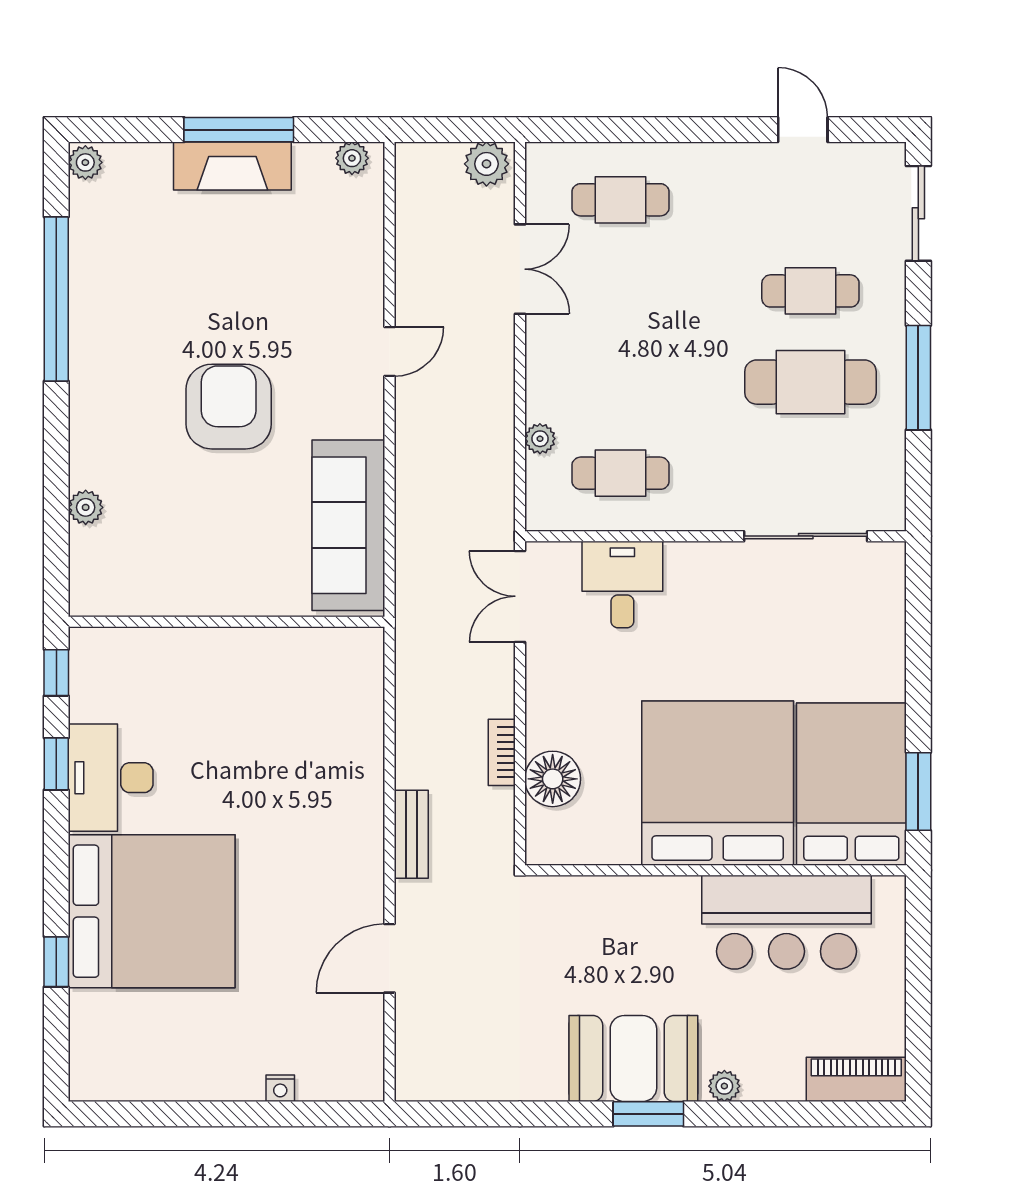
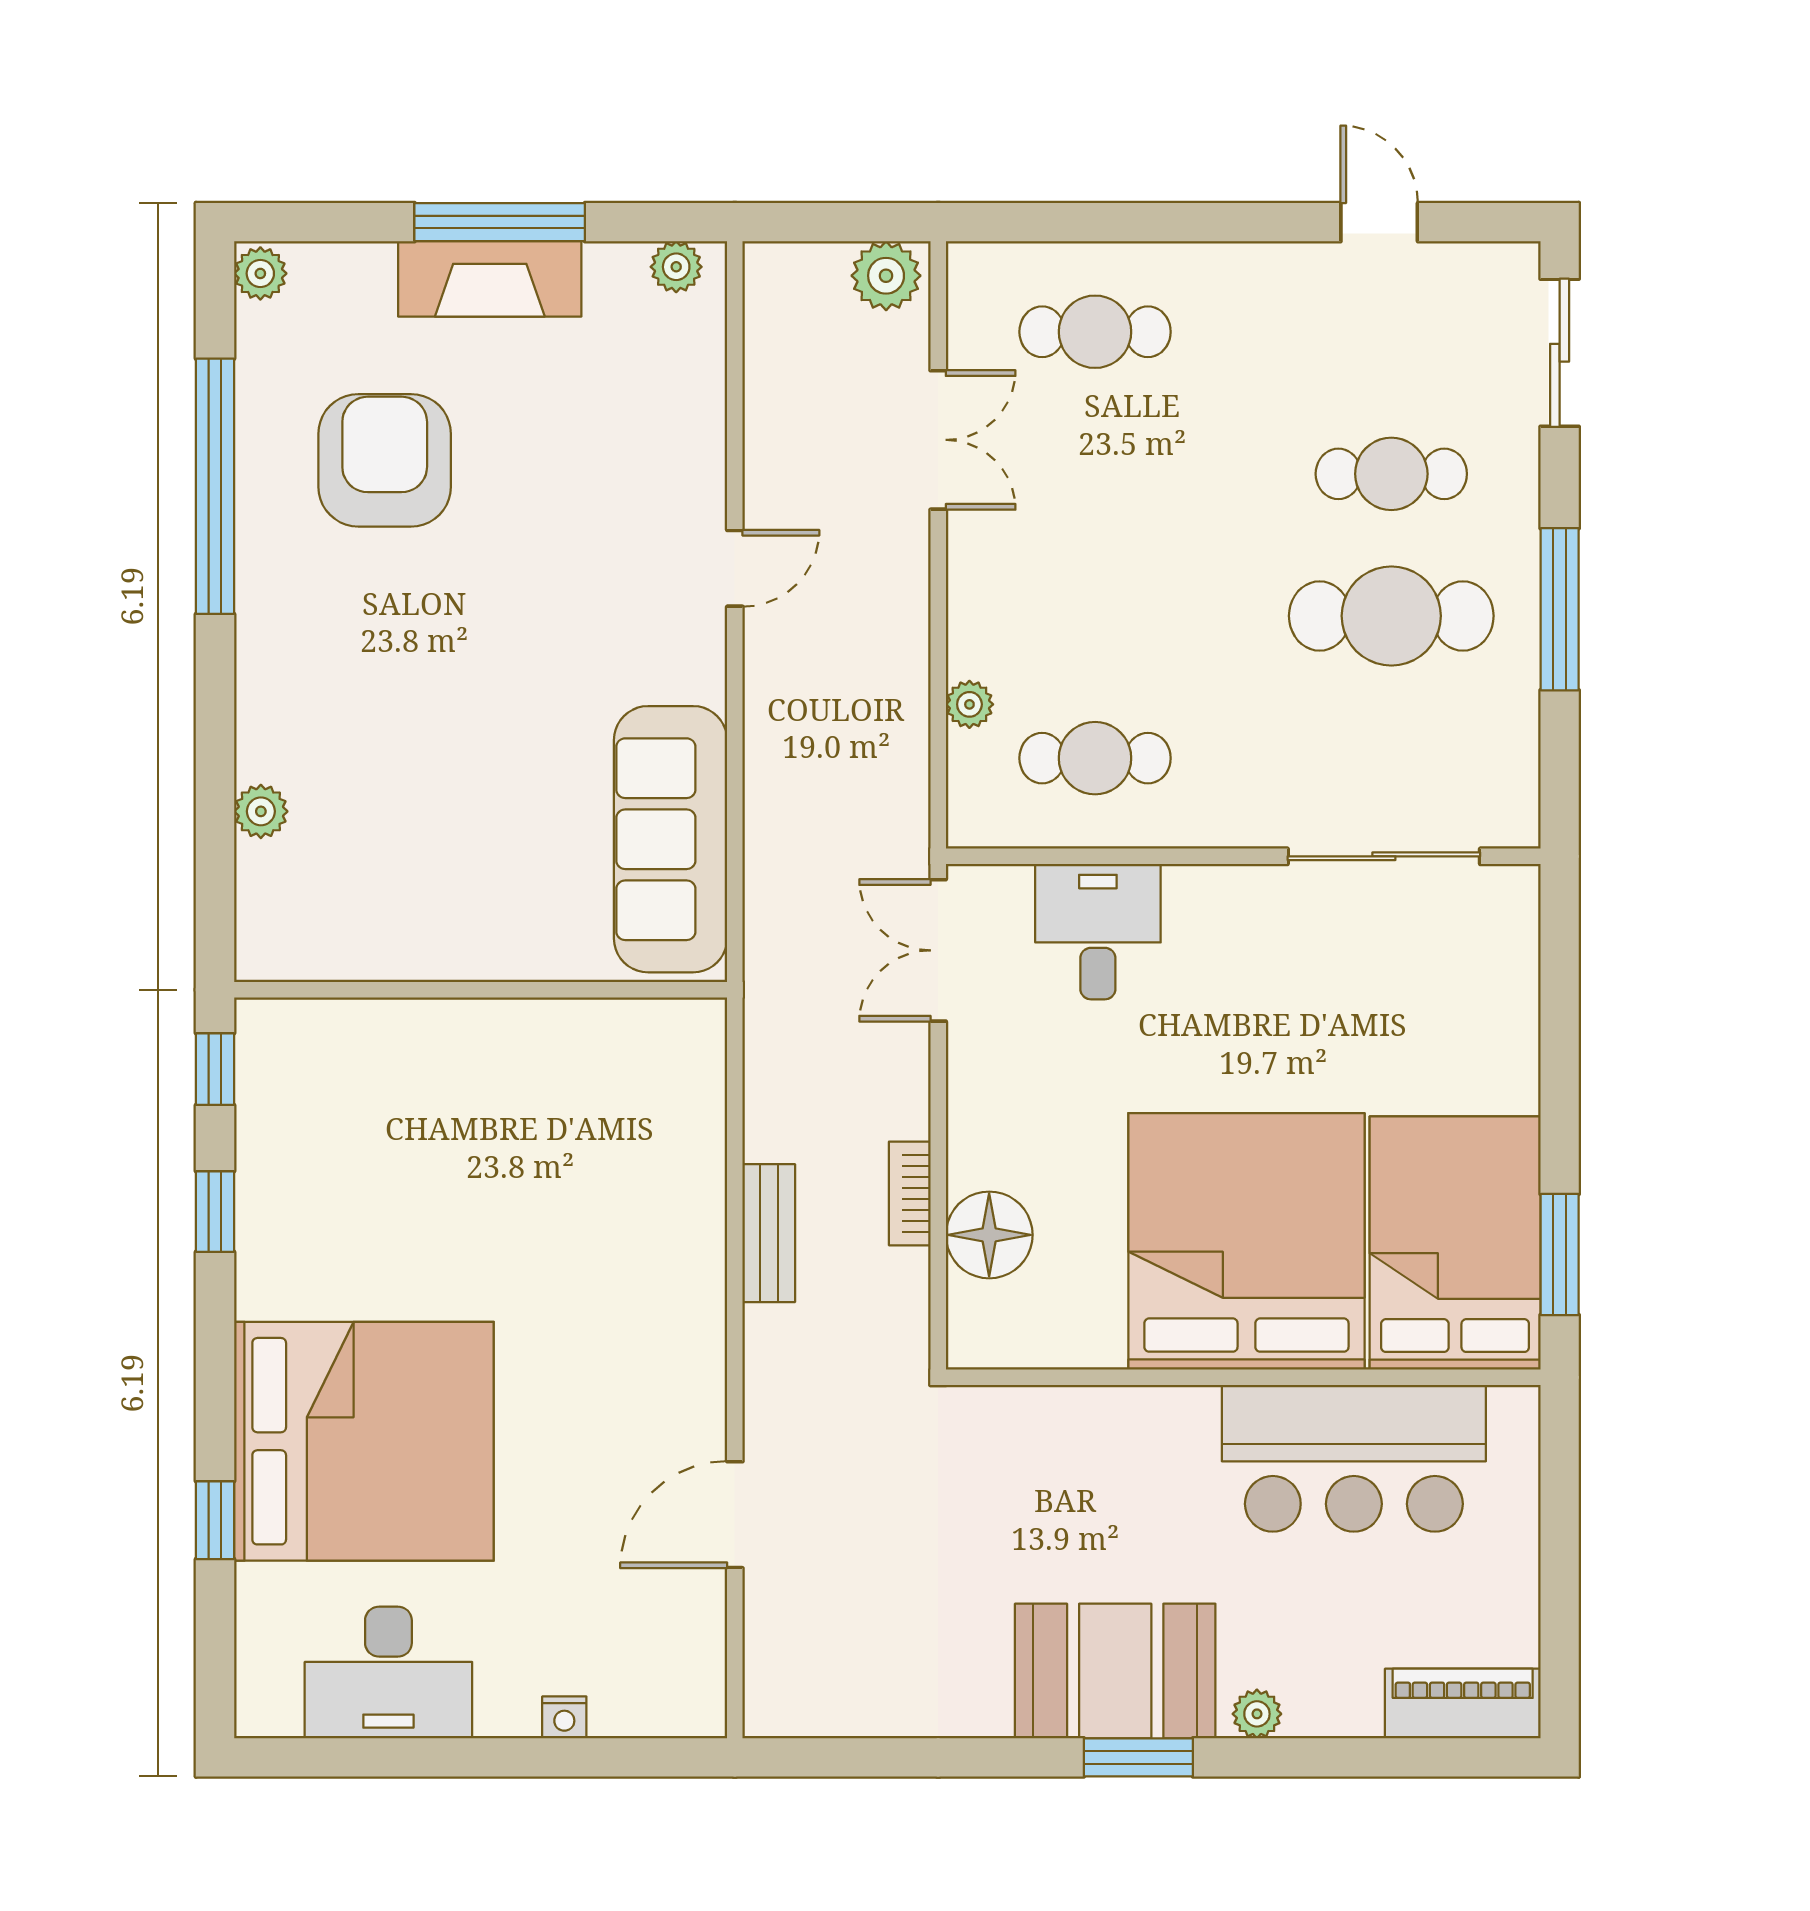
armchair: (229, 407) -> (385, 460), moved
desk: (111, 778) -> (388, 1672), moved, turned -90
bench: (411, 834) -> (769, 1233), moved

